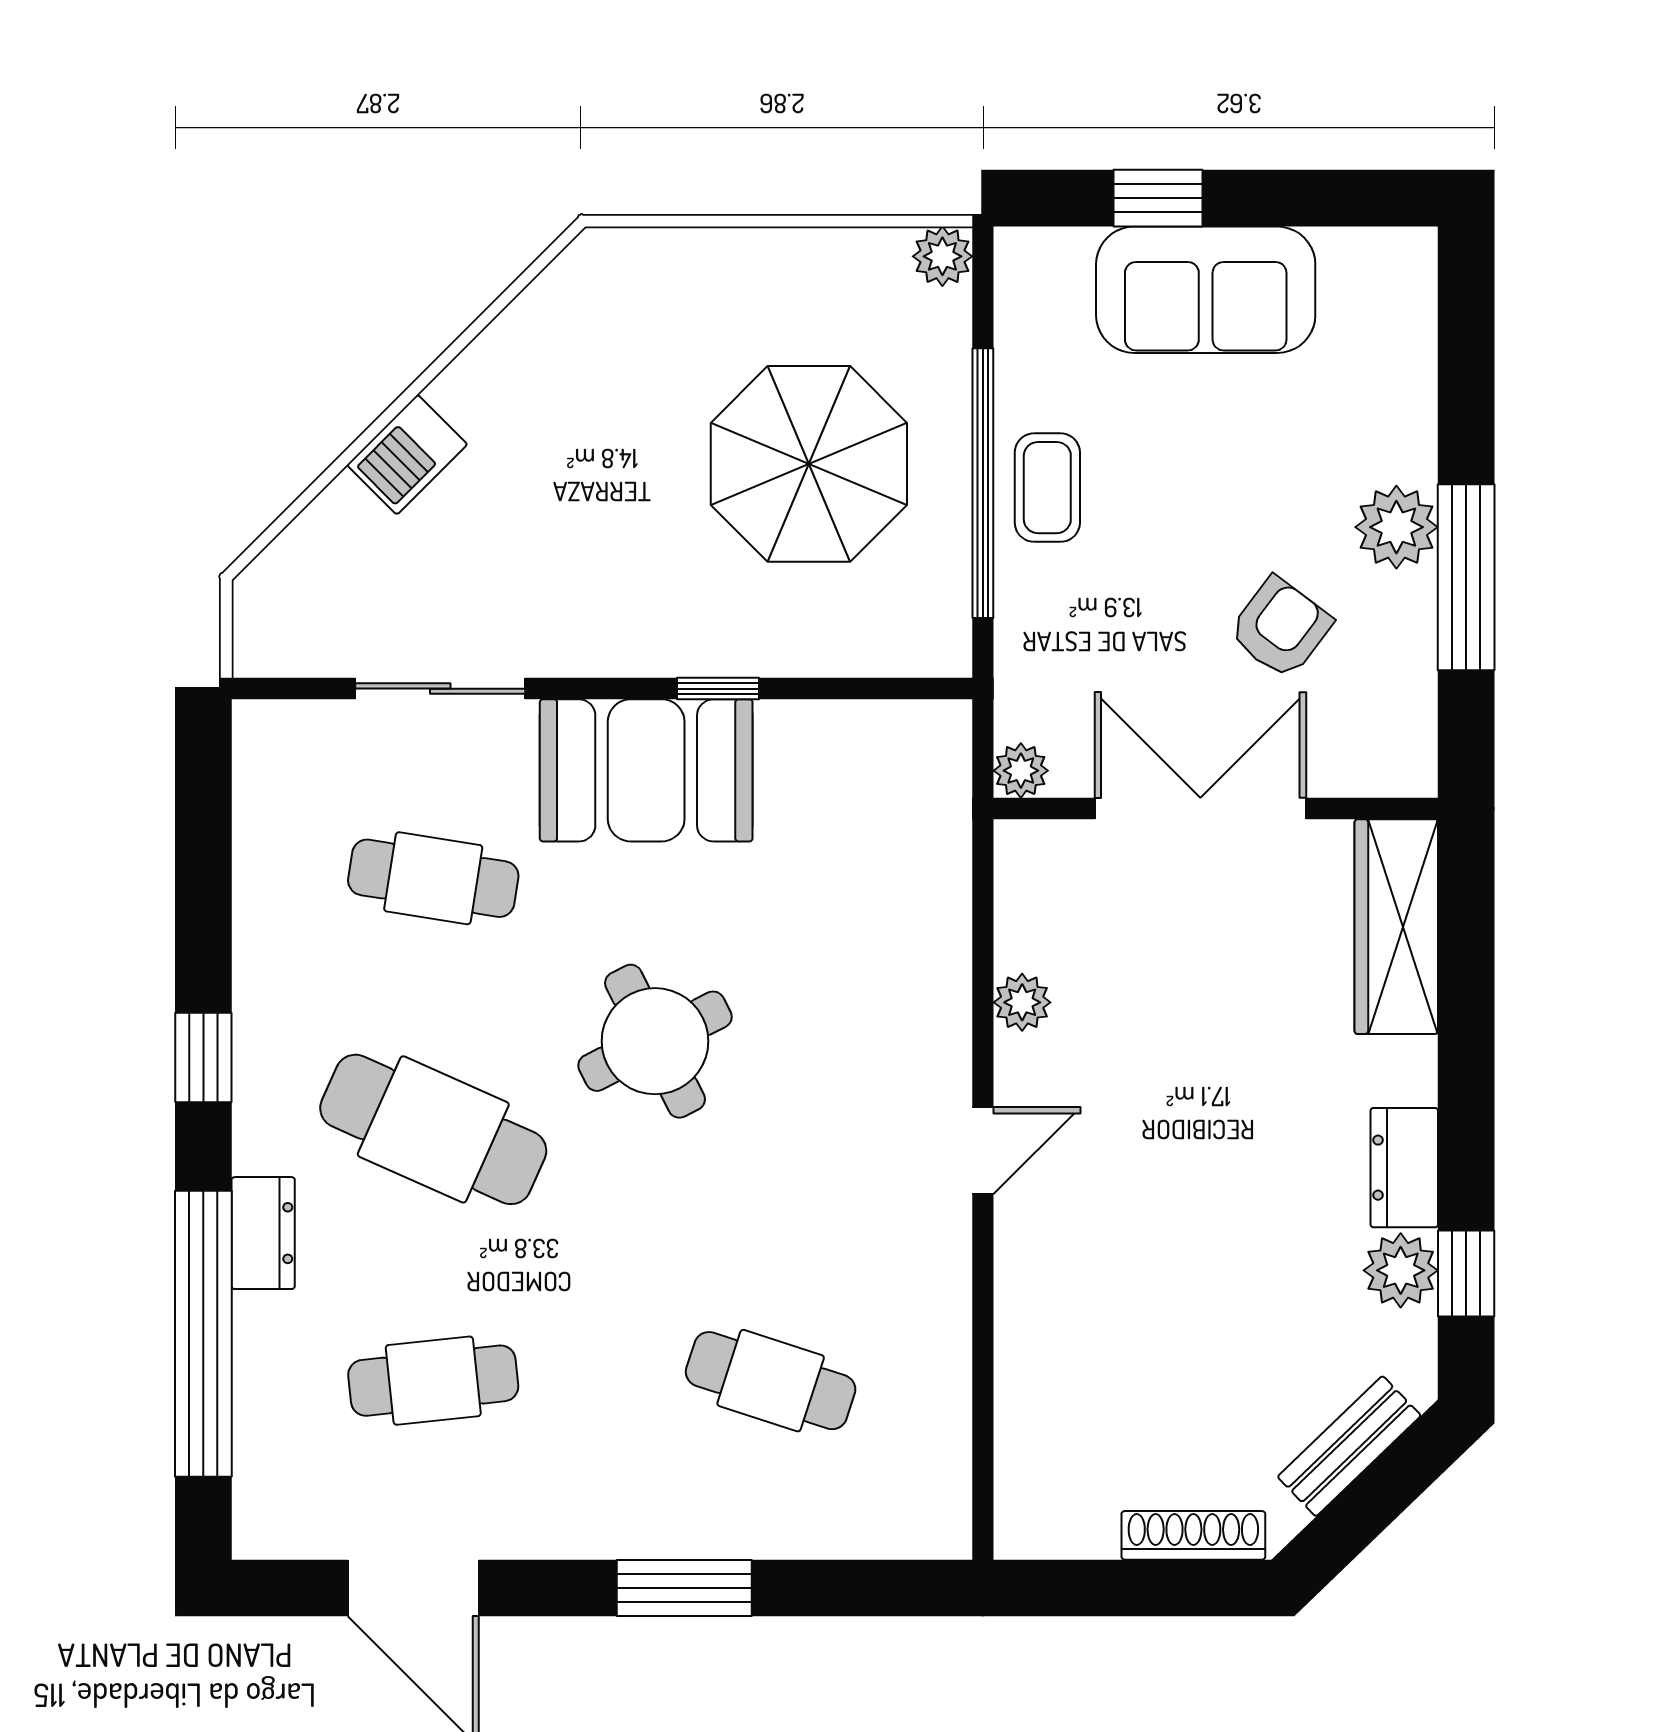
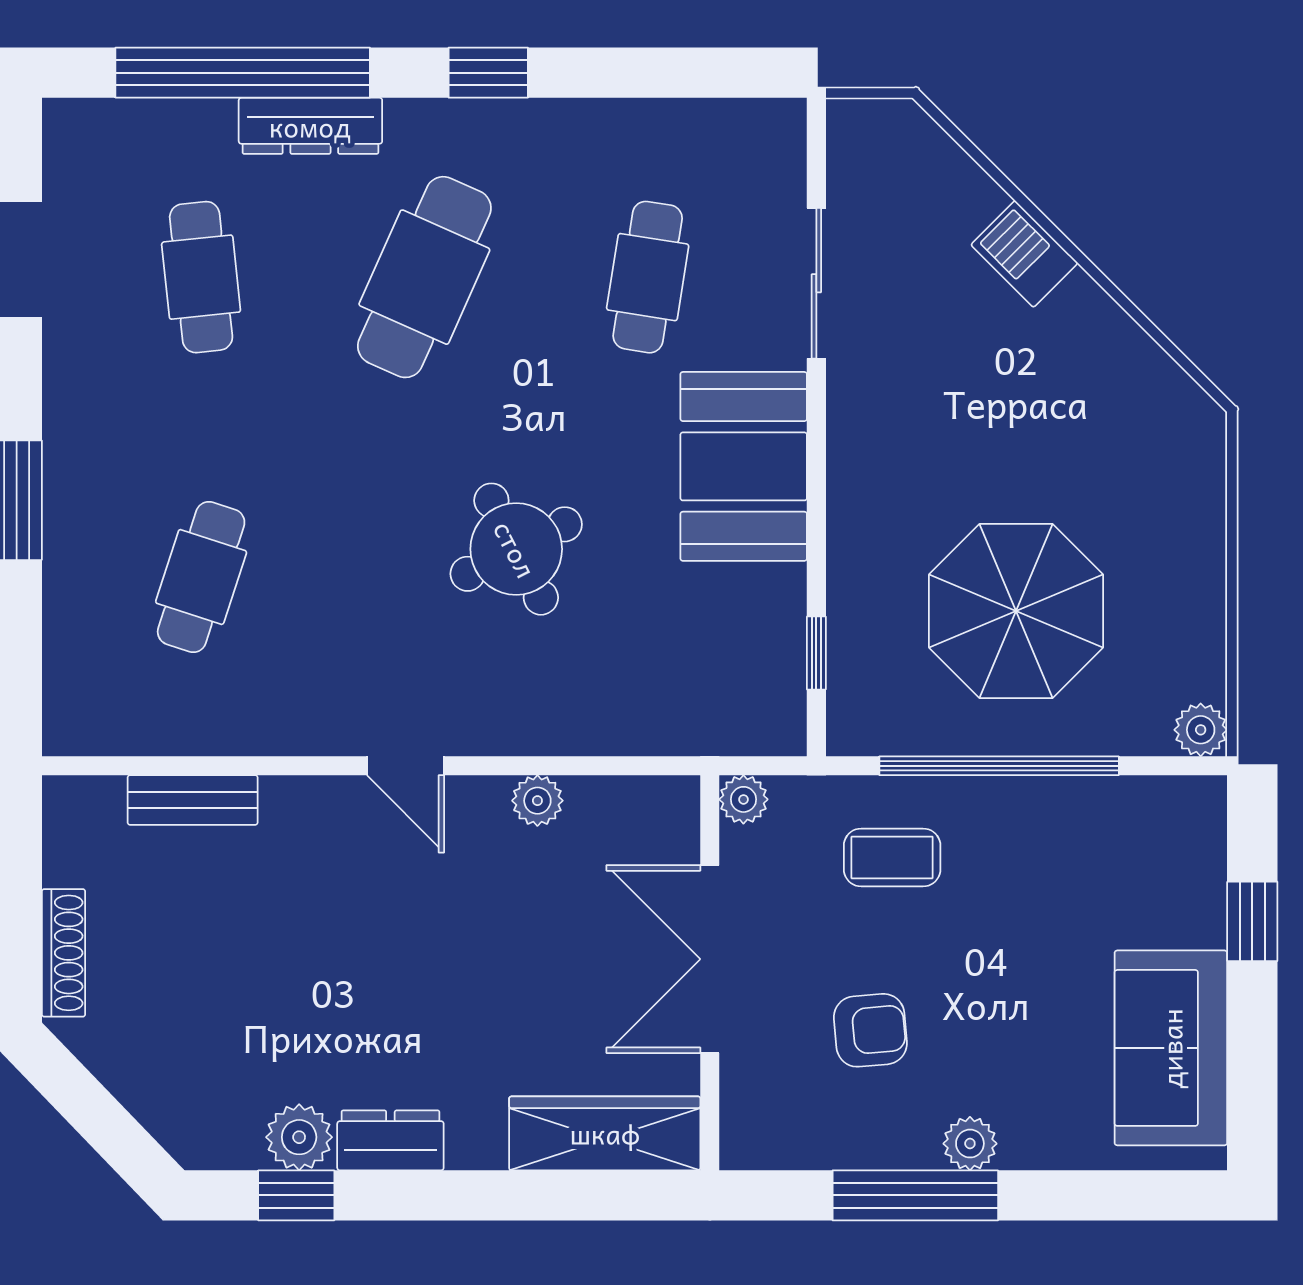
sofa: (1206, 290) -> (1171, 1048), moved
coffee table: (1047, 488) -> (892, 857), moved
plant: (1396, 527) -> (970, 1144), width x0.73, depth x0.73
armchair: (1280, 628) -> (870, 1030), turned -42
window: (718, 689) -> (816, 653), moved
double door: (1200, 808) -> (710, 959), swing flipped
round table: (655, 1041) -> (516, 549), moved
dresser: (263, 1233) -> (310, 126), width x1.44
bench: (1349, 1446) -> (193, 800), moved, turned -46

